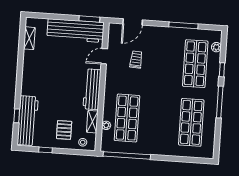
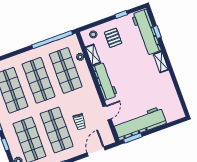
shelving: (29, 38) -> (161, 62), moved
shop shelf: (163, 61) -> (57, 130), added
shop shelf: (159, 120) -> (39, 80), added

